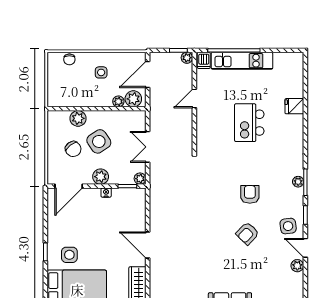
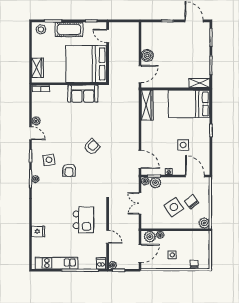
kitchen unit: (242, 61) -> (57, 263), moved
door: (194, 99) -> (108, 237), hinge flipped
plant: (78, 118) -> (204, 223), moved
kitchen island: (249, 123) -> (83, 220), moved
double door: (148, 147) -> (140, 203), swing flipped
plant: (101, 177) -> (155, 183), moved
door: (69, 186) -> (195, 176), hinge flipped
side table: (288, 226) -> (49, 160), moved
armchair: (247, 233) -> (92, 147), moved
door: (148, 245) -> (140, 159), moved
side table: (69, 255) -> (183, 145), moved

